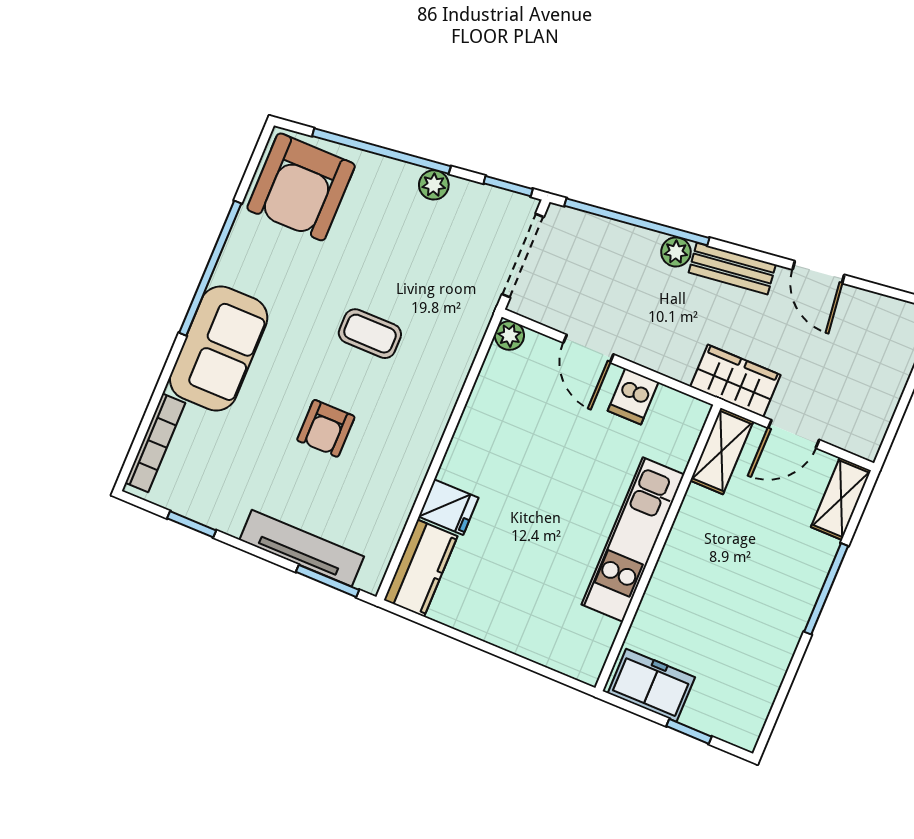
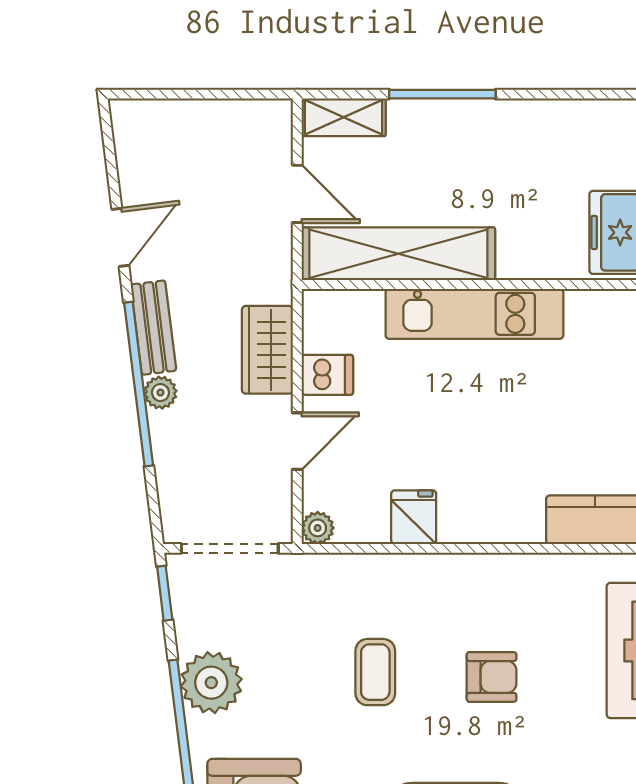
plant: (434, 185) -> (211, 683), width x1.88, depth x1.88
window: (637, 222) -> (139, 384), moved
wardrobe: (735, 381) -> (267, 350), moved
shelving: (722, 451) -> (398, 254), width x2.20, depth x1.33
fridge: (448, 507) -> (414, 517), moved

